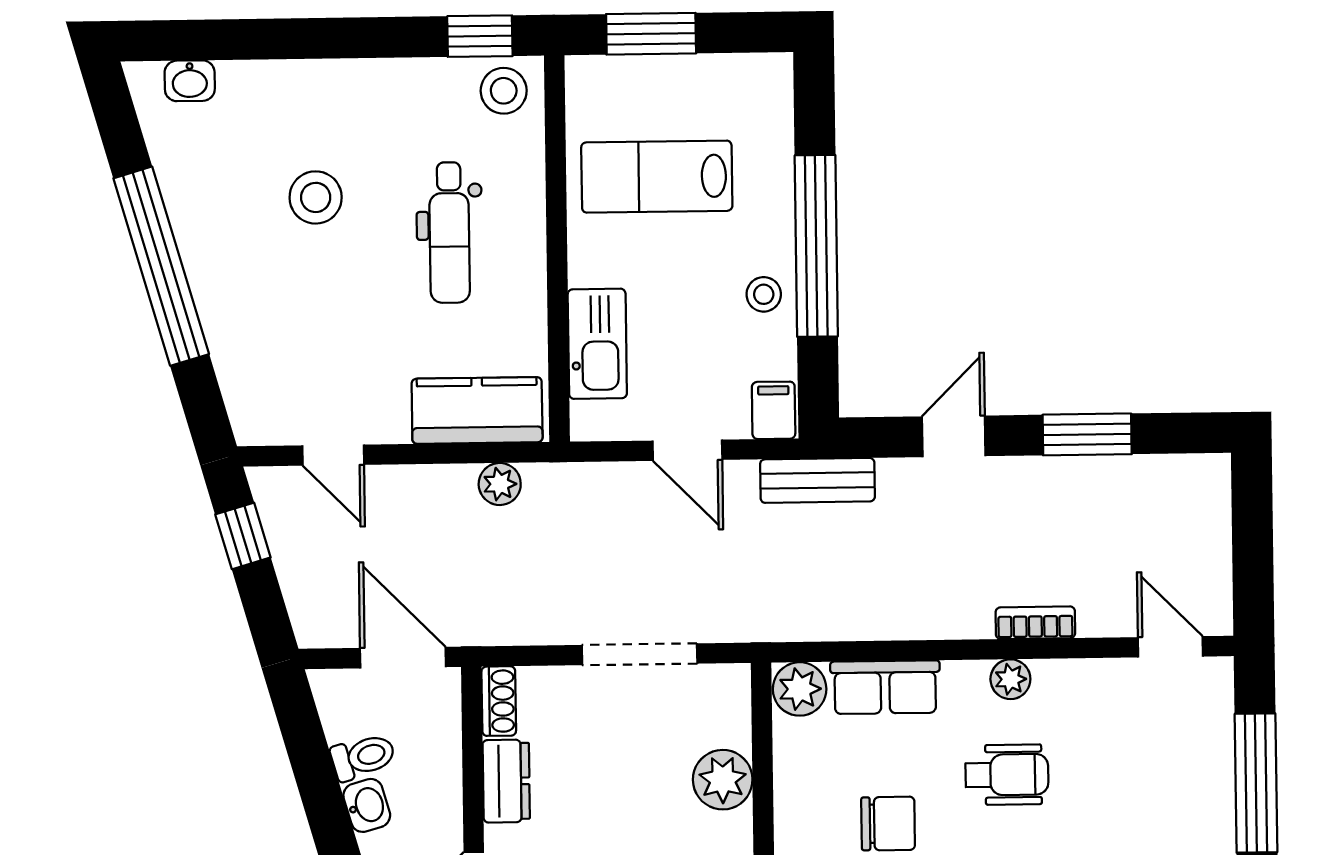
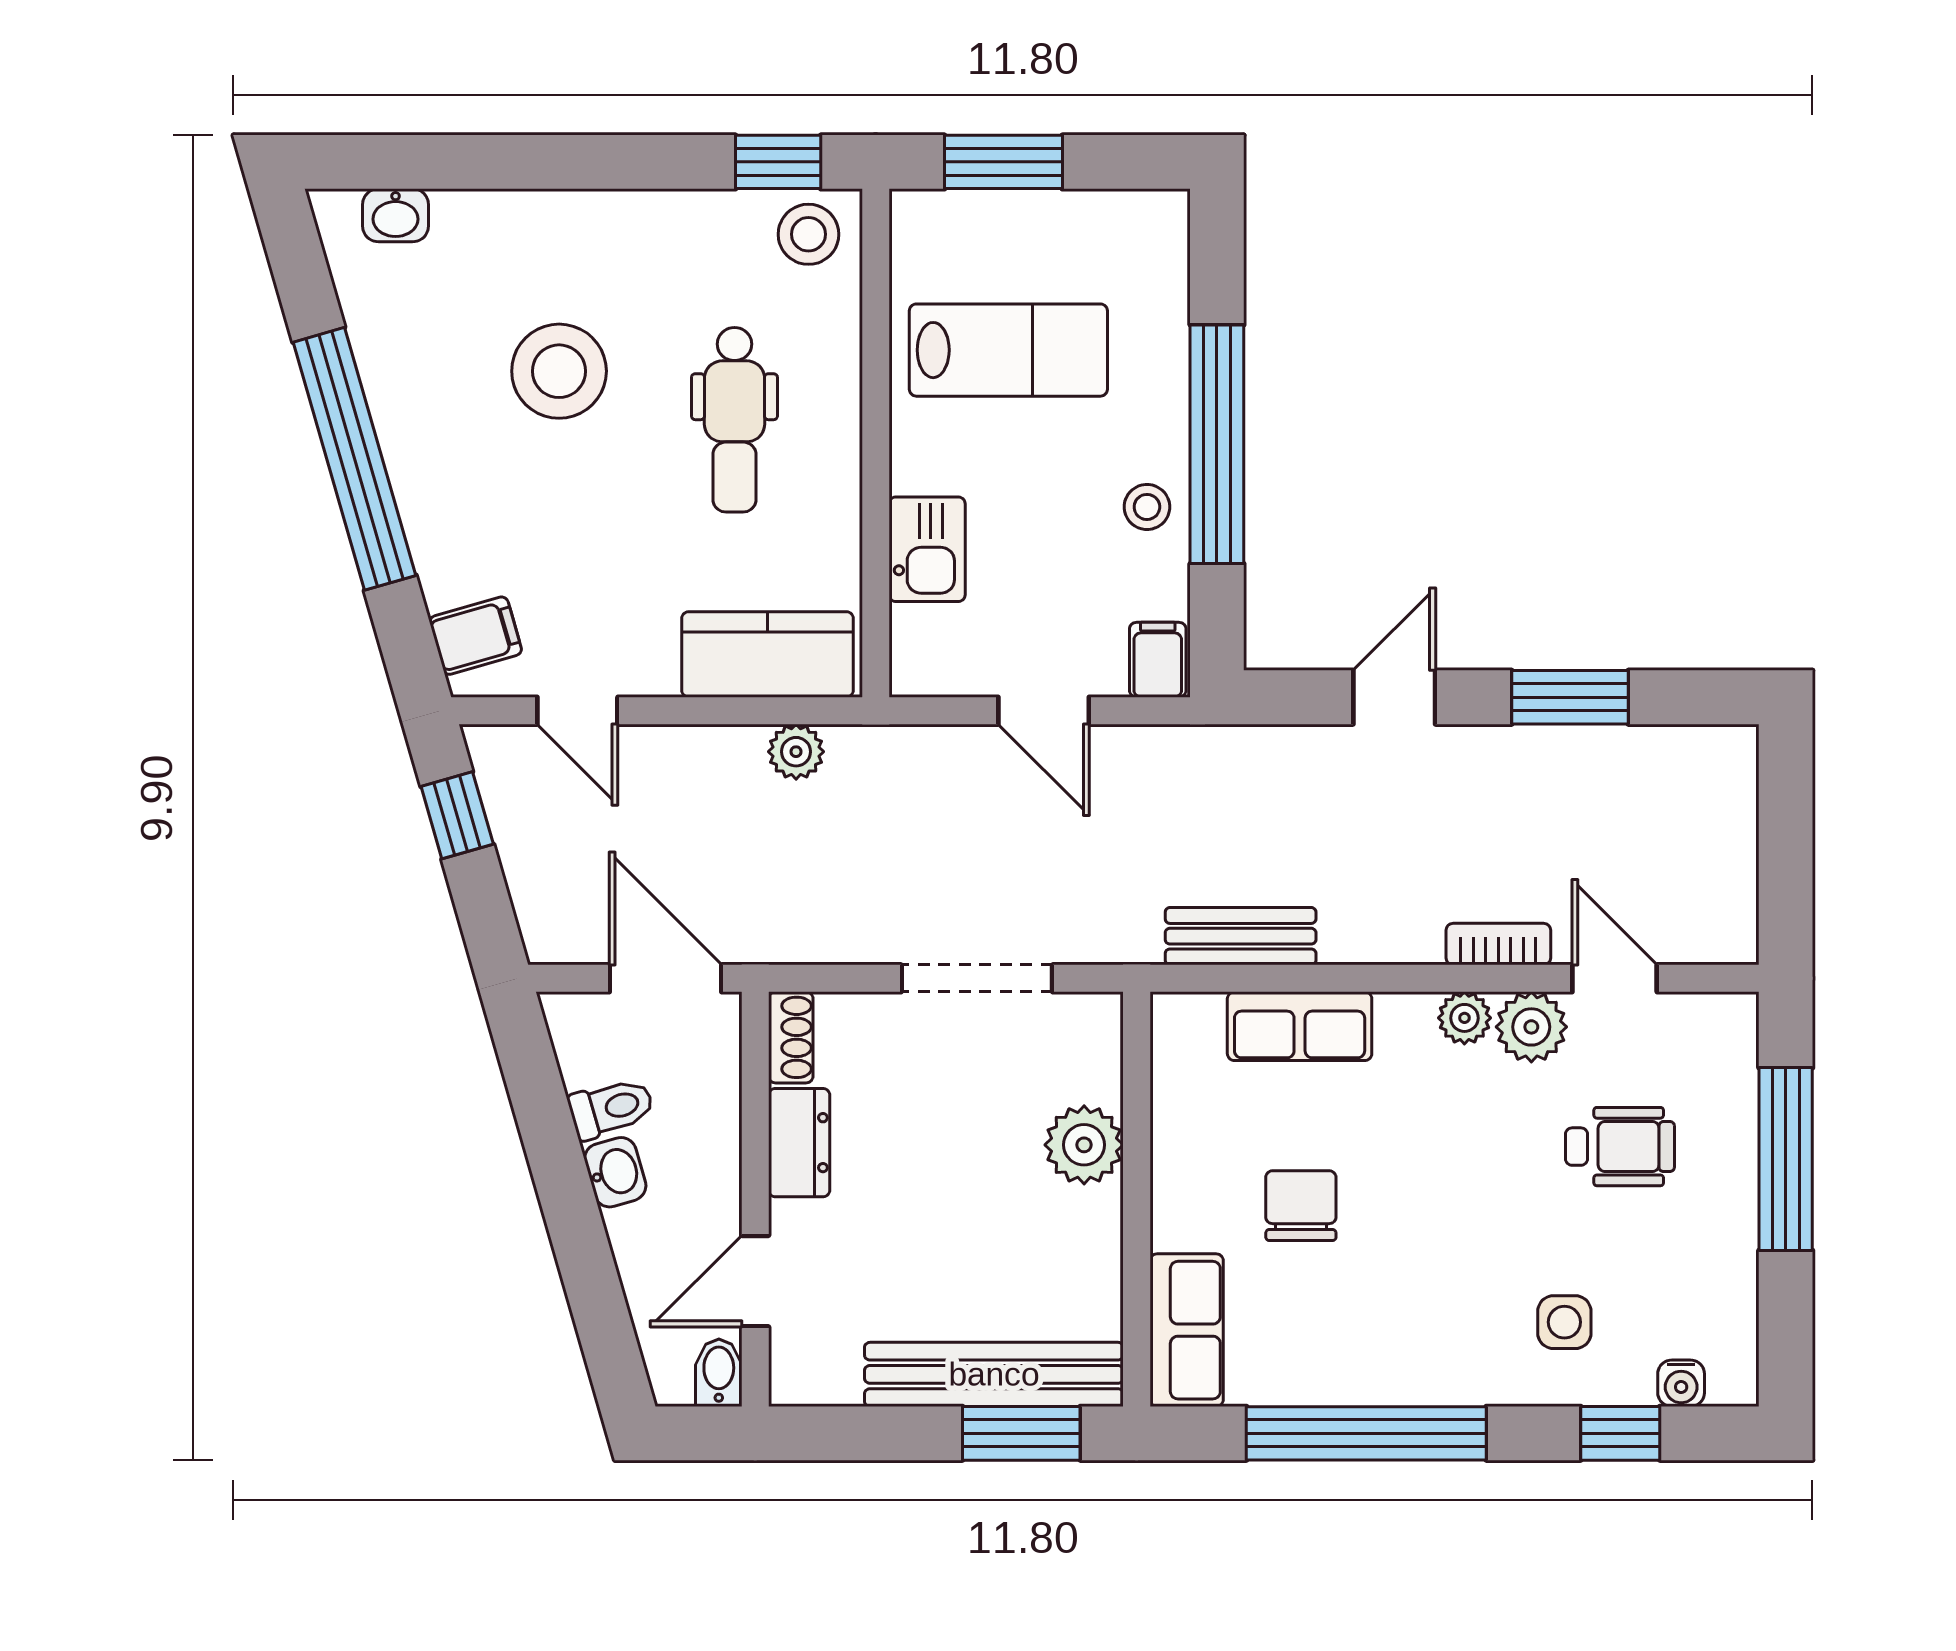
lab bench: (657, 177) -> (1008, 350), turned 180
stool: (316, 197) -> (559, 371), width x1.38, depth x1.38
kitchen sink: (597, 344) -> (927, 549), width x0.73
filing cabinet: (255, 399) -> (476, 636), added
bench: (817, 480) -> (1241, 936), moved
door: (1170, 647) -> (1615, 978), moved
plant: (800, 689) -> (1531, 1027), moved
wheelchair: (1007, 775) -> (1620, 1147), moved
chair: (888, 824) -> (1301, 1206), turned -90

